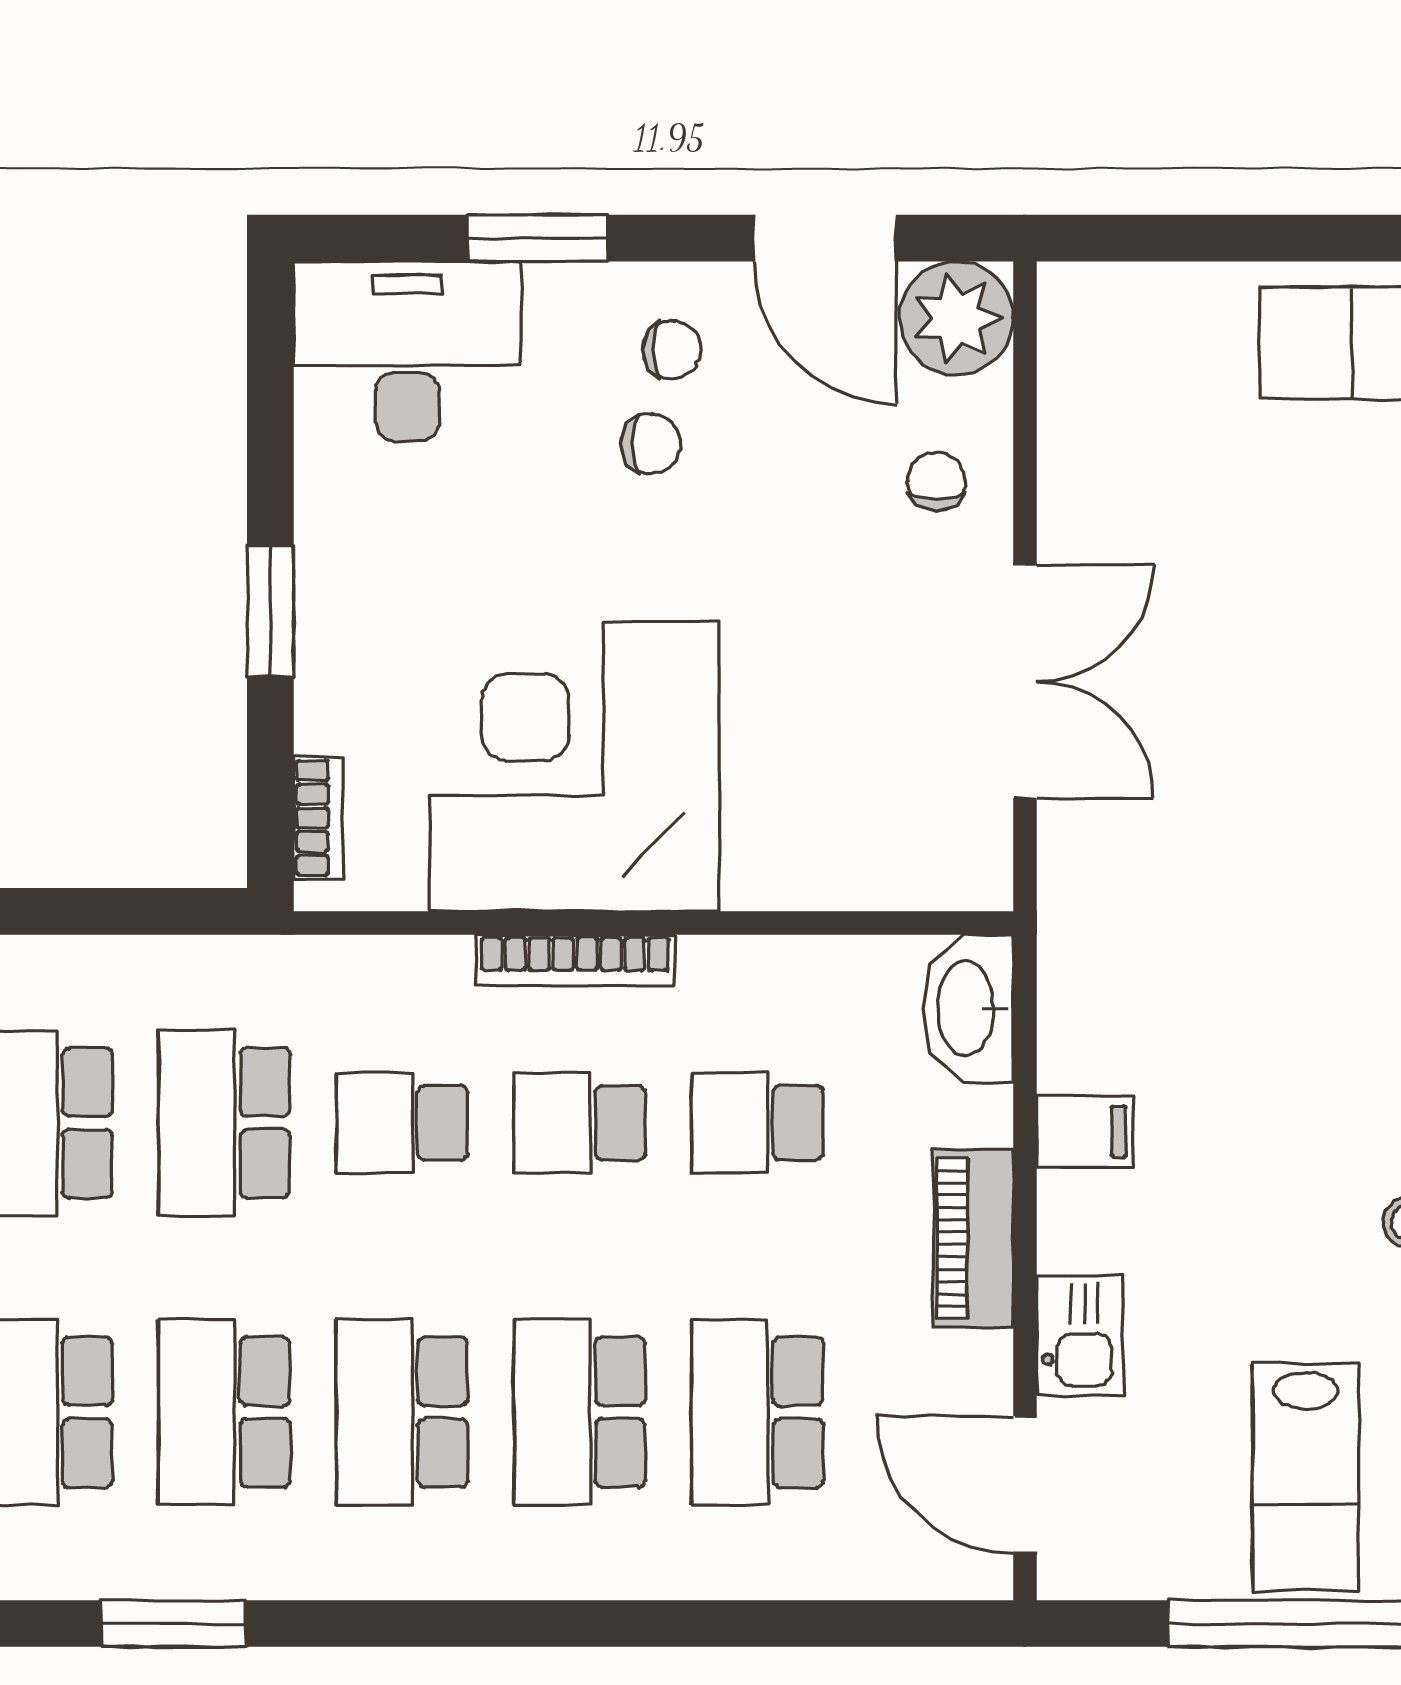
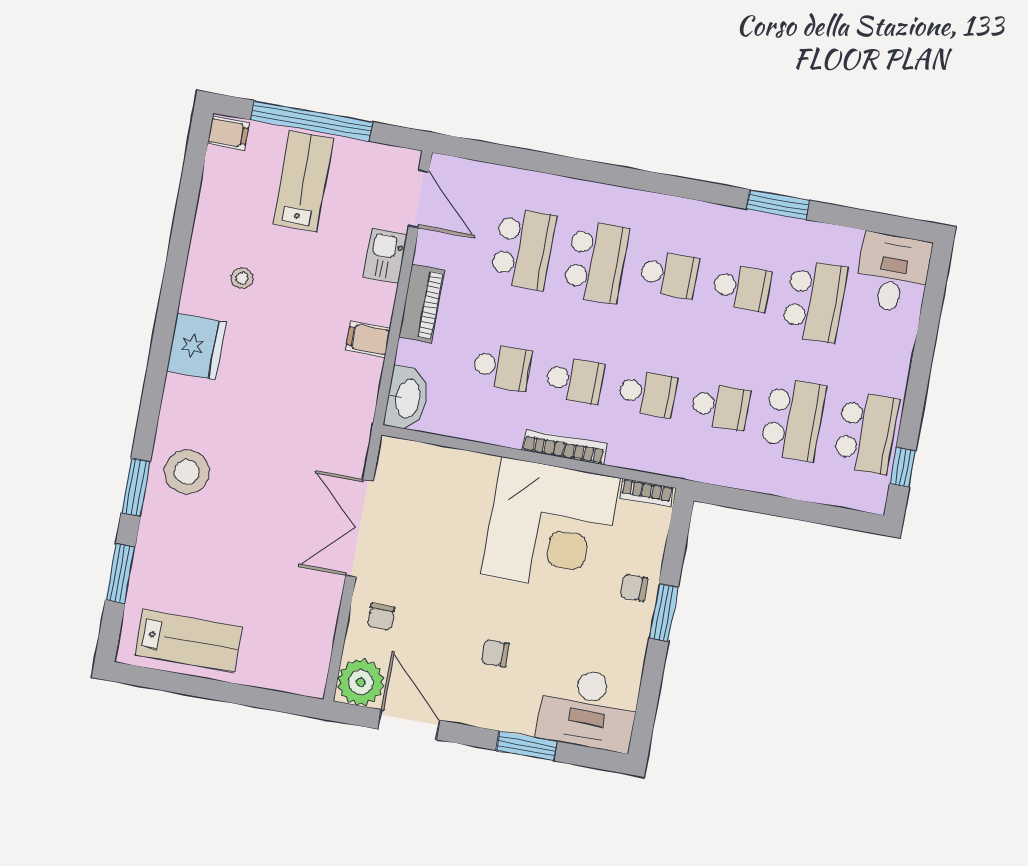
chair: (672, 350) -> (634, 588), moved
bookcase: (318, 818) -> (647, 493), moved, turned -90
school desk: (224, 1123) -> (720, 406), width x0.54
school desk: (224, 1412) -> (742, 288), width x0.54
school desk: (402, 1412) -> (669, 275), width x0.54

